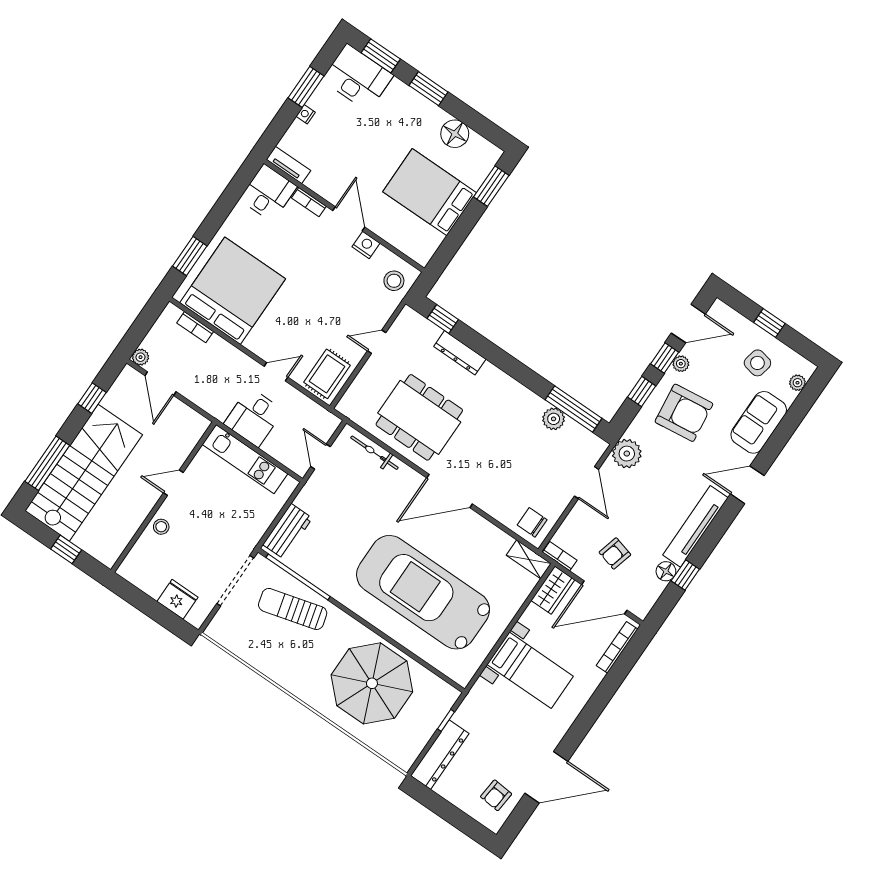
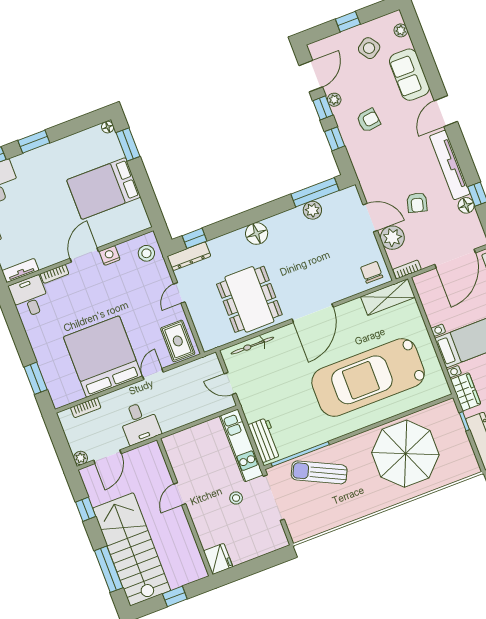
floor lamp: (455, 134) -> (108, 127), moved, width x0.53, depth x0.53
door: (349, 219) -> (84, 255), hinge flipped
bed: (233, 291) -> (103, 357), moved
dresser: (460, 353) -> (189, 256), moved
side table: (757, 363) -> (369, 48), turned 45
floor lamp: (491, 379) -> (257, 234), added
door: (161, 384) -> (107, 457), hinge flipped
armchair: (684, 413) -> (368, 120), width x0.53, depth x0.53
desk: (254, 417) -> (139, 423), moved
dining table: (419, 417) -> (249, 299), turned 90
plant: (627, 454) -> (392, 238), moved
kitchen unit: (245, 459) -> (241, 445), moved, turned 90
chair: (532, 522) -> (372, 272), turned 90
stool: (161, 527) -> (236, 498), moved
armchair: (615, 553) -> (417, 203), moved
shelving: (529, 559) -> (388, 297), width x1.50, depth x1.33
wardrobe: (553, 590) -> (466, 392), moved
fridge: (178, 599) -> (218, 559), moved, turned 90
sun lounger: (293, 609) -> (319, 472), turned 41

